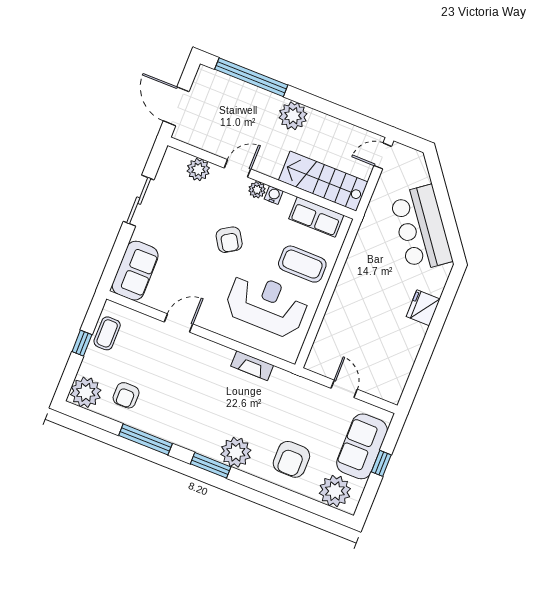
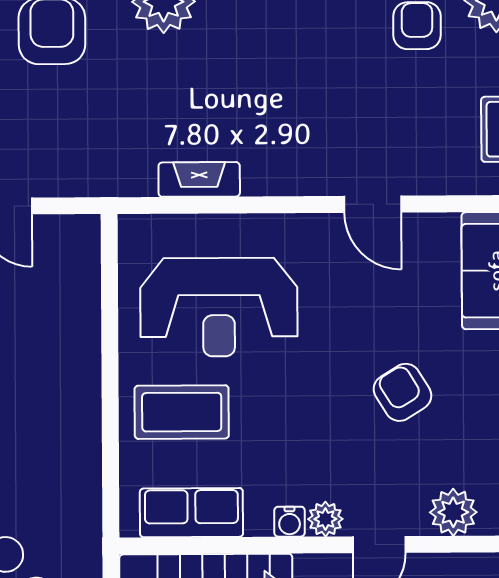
armchair: (229, 240) -> (402, 392), moved
door: (179, 323) -> (373, 204), hinge flipped

